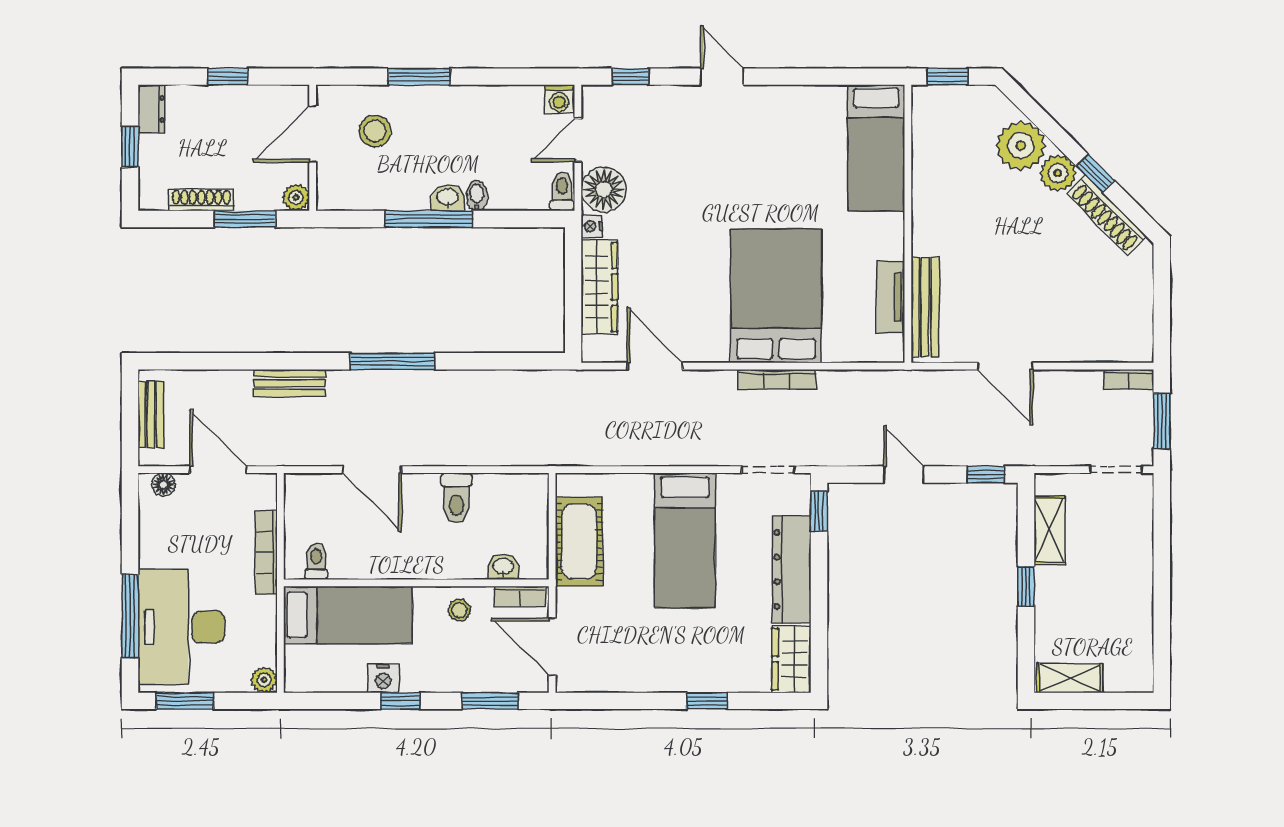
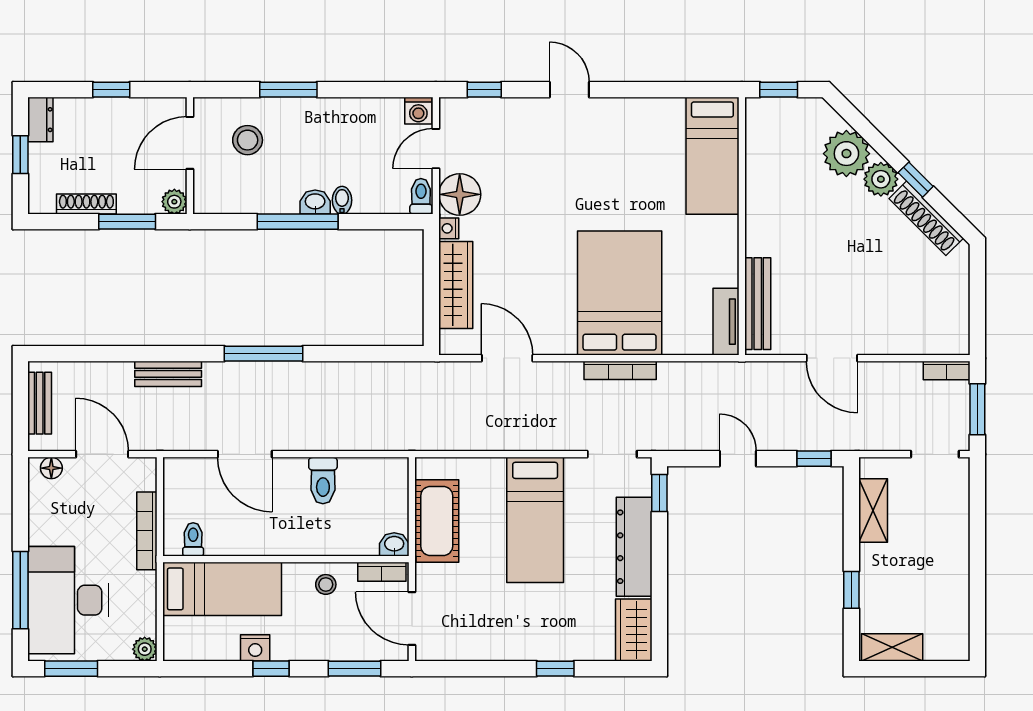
tv unit: (891, 297) -> (726, 322), moved
washbasin: (503, 567) -> (394, 544), moved
window: (1026, 586) -> (851, 590), moved

